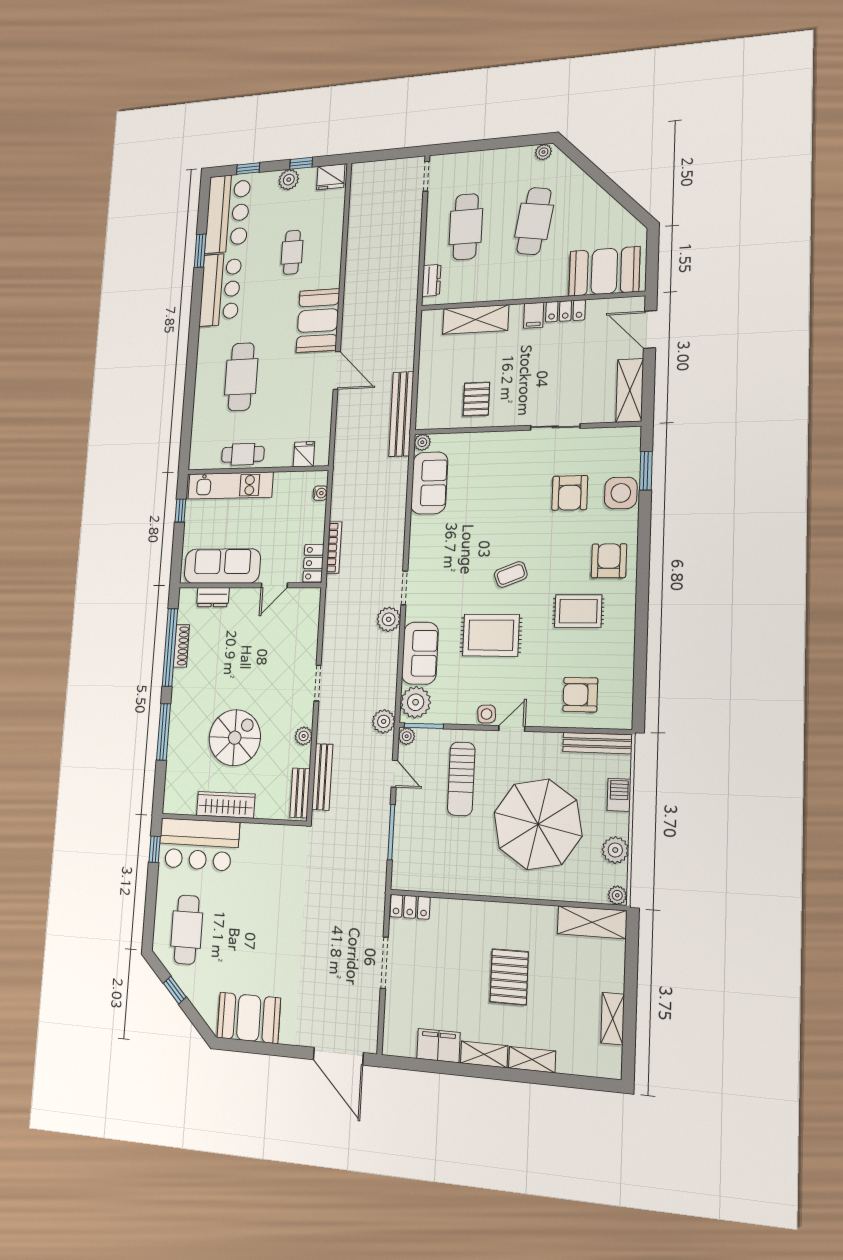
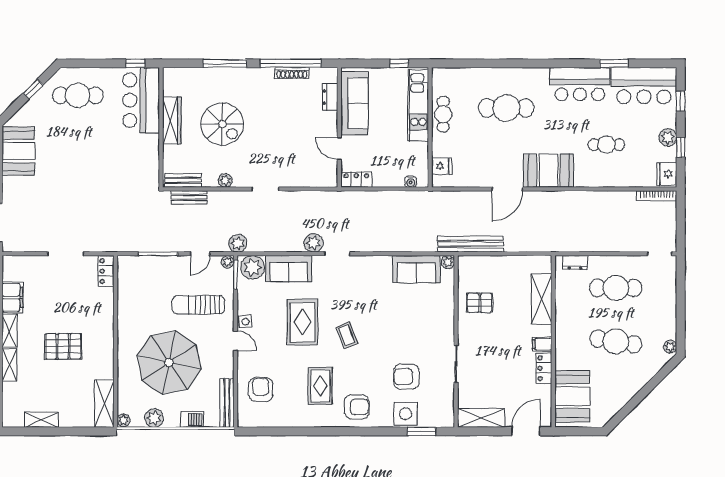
bookcase: (334, 547) -> (657, 196), moved
bench: (322, 777) -> (189, 197), width x0.73

